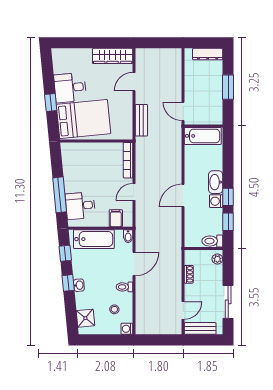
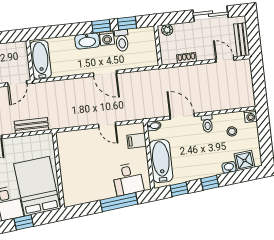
bookcase: (128, 160) -> (75, 135), removed
toilet: (212, 241) -> (122, 40), moved
washbasin: (79, 285) -> (229, 167), moved

